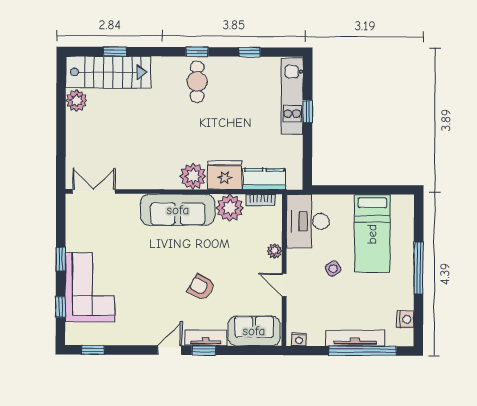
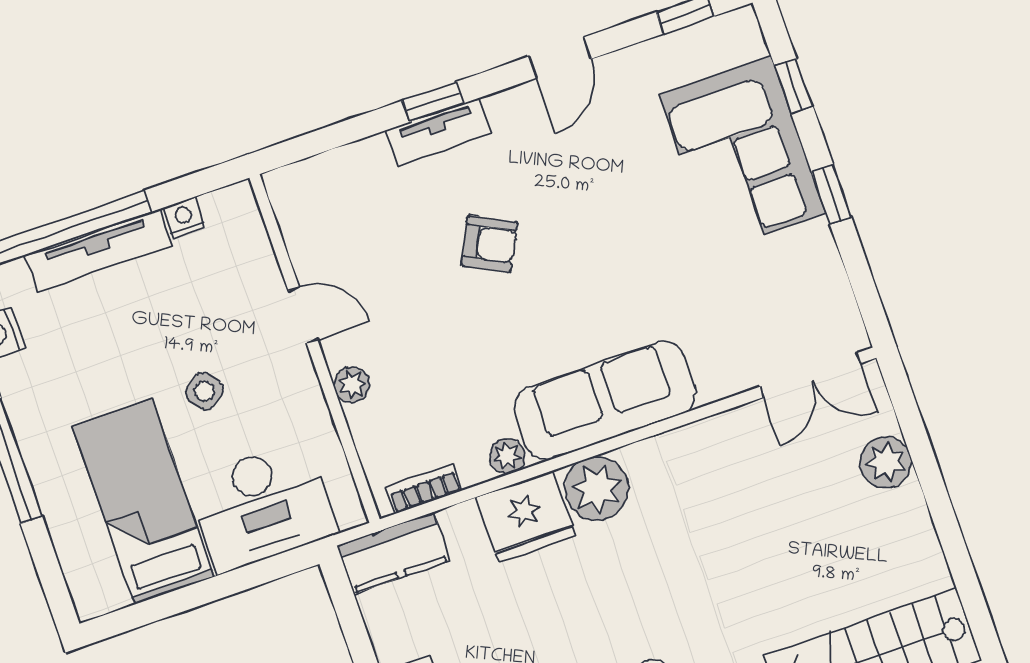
plant: (76, 101) -> (886, 462), moved
kitchen counter: (264, 179) -> (394, 553), moved
plant: (230, 208) -> (507, 456), width x0.53, depth x0.53
desk: (308, 221) -> (262, 506), moved, turned 90
sofa: (254, 331) -> (334, 187), removed
nightstand: (299, 339) -> (184, 217), moved
door: (170, 350) -> (560, 58), moved

